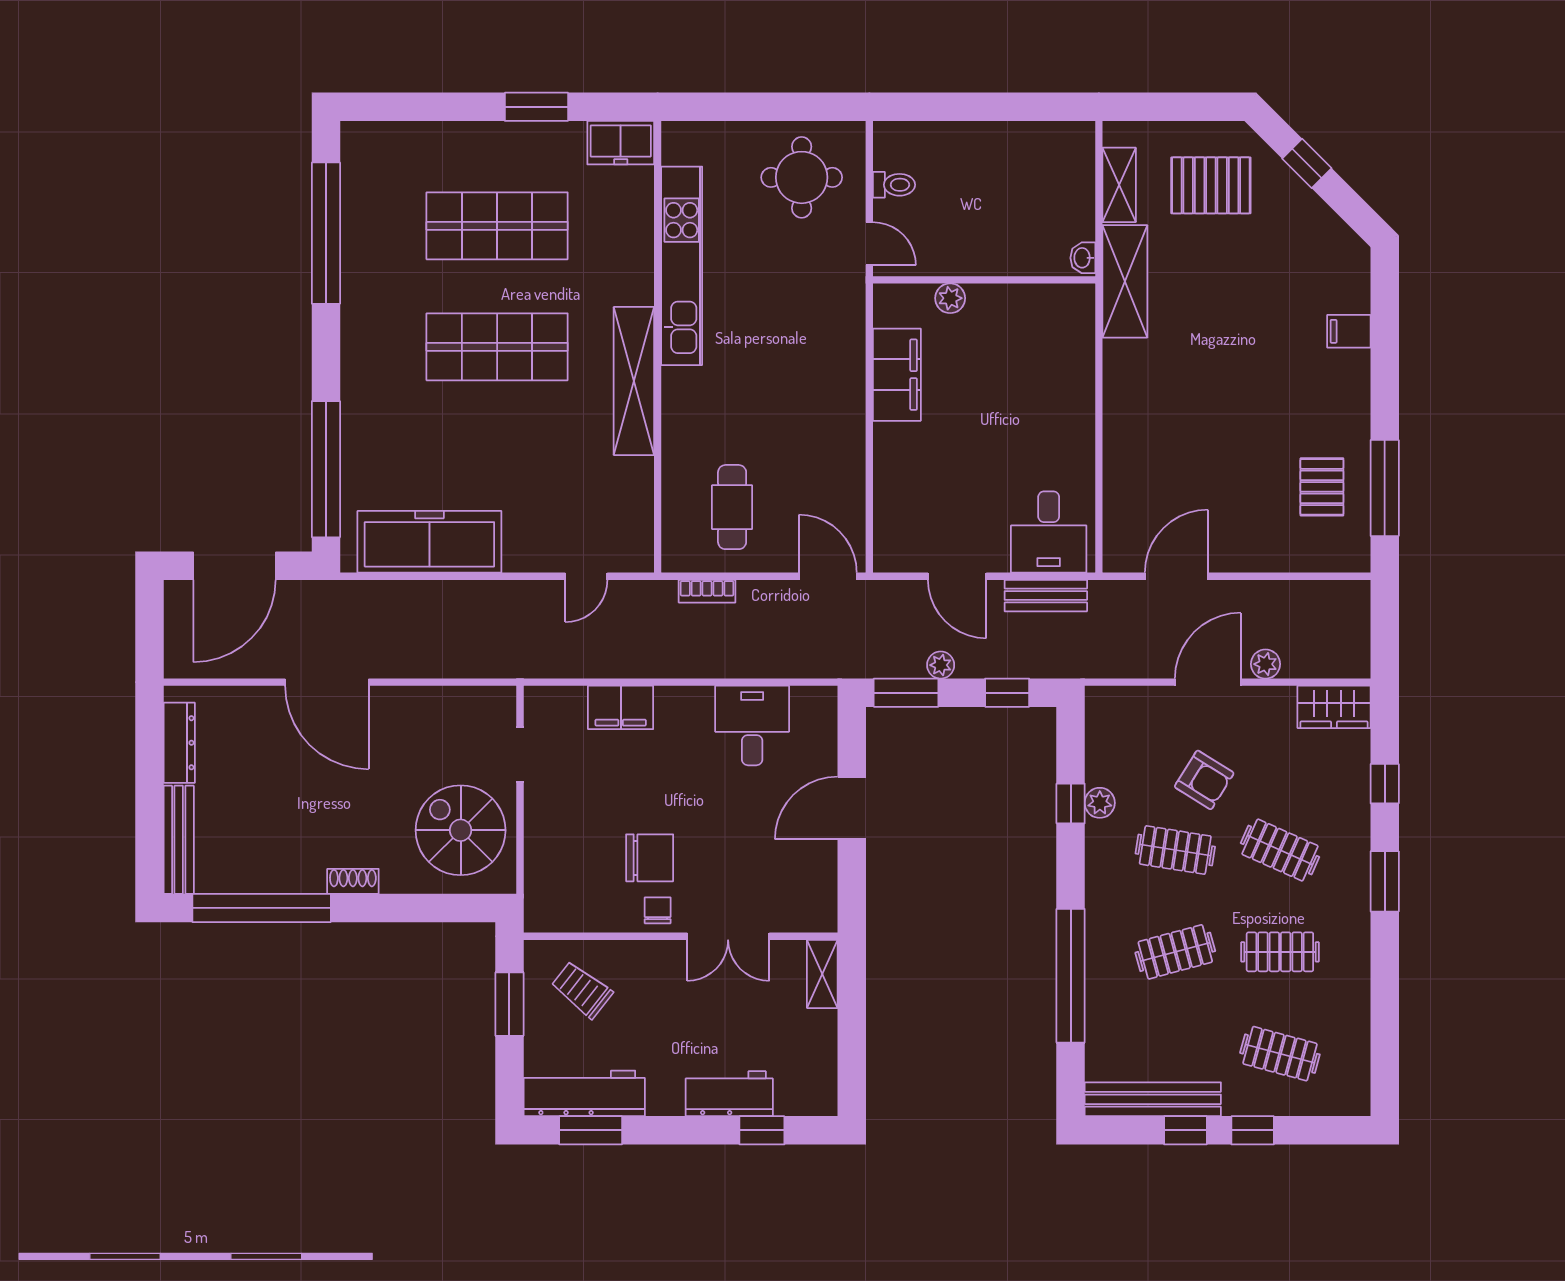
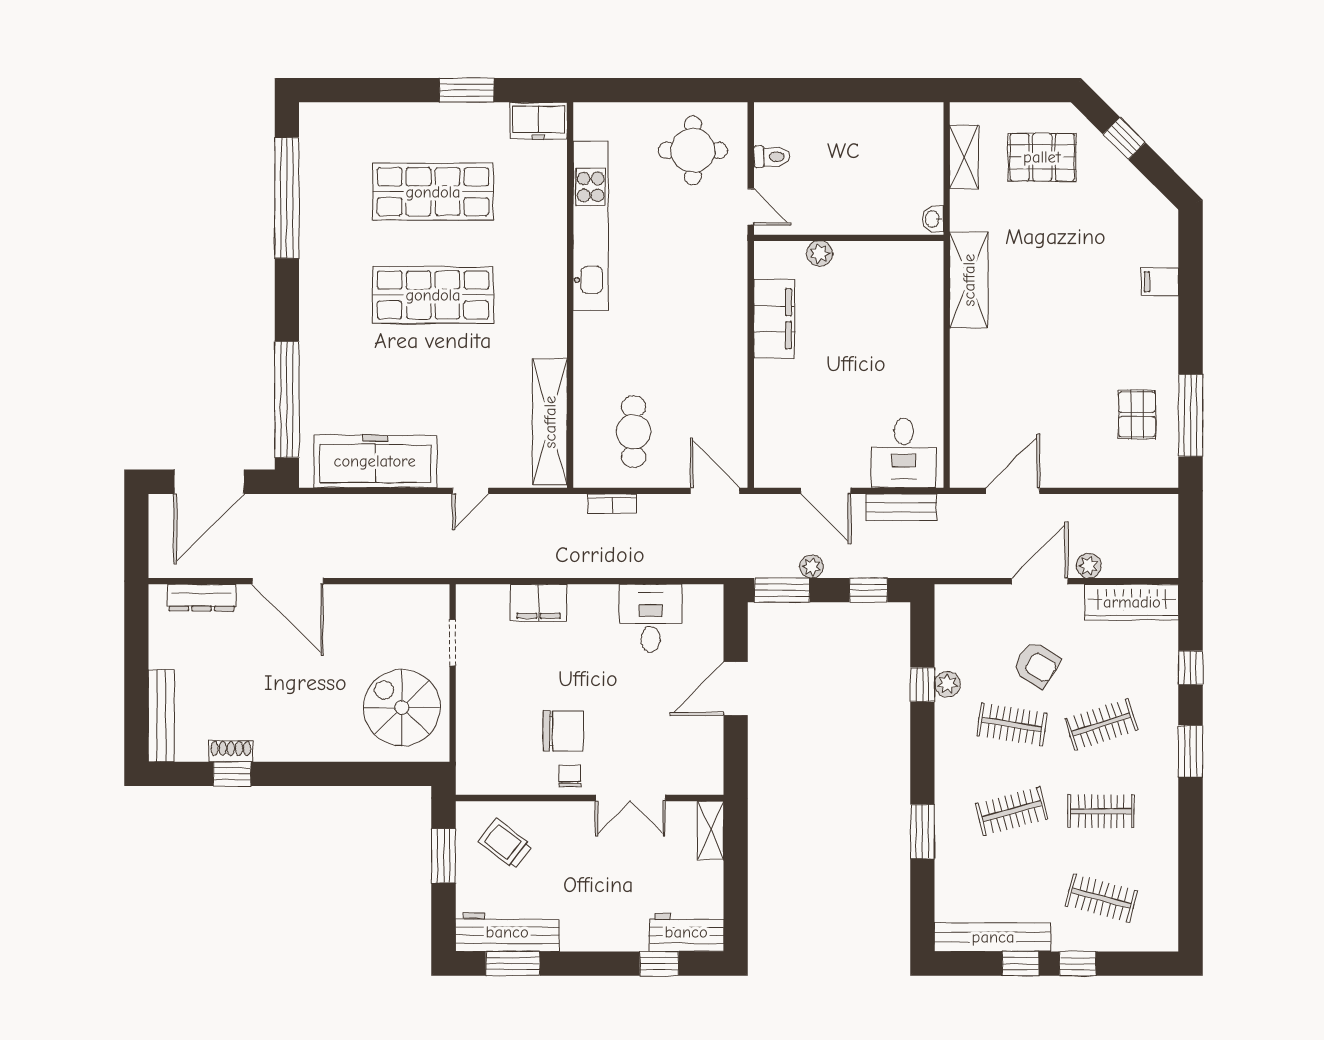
shelving: (1125, 281) -> (969, 280), moved
shelving: (634, 381) -> (550, 422), moved
door: (586, 576) -> (471, 491), moved
wardrobe: (1334, 707) -> (1132, 602), width x1.50
dresser: (179, 743) -> (202, 598), moved, turned 90
clothes rail: (1280, 850) -> (1101, 724), turned -42
shoe rack: (353, 881) -> (231, 751), moved
window: (262, 908) -> (232, 774), width x0.32
window: (1071, 976) -> (922, 832), width x0.47
workbench: (729, 1094) -> (686, 932), moved

